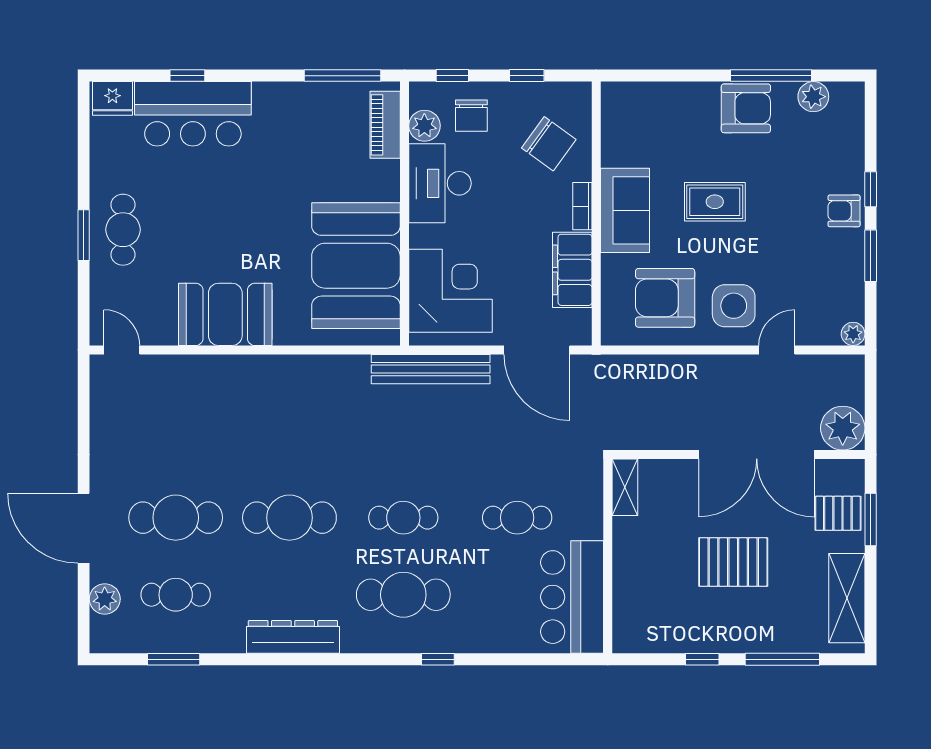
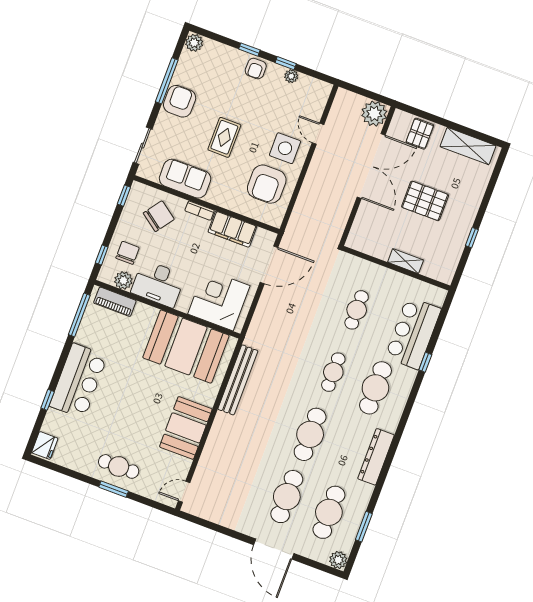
window: (527, 76) -> (124, 196), moved
sliding door: (652, 76) -> (143, 146), added
plant: (813, 97) -> (194, 43), moved
bar counter: (193, 114) -> (78, 381), moved
chair: (471, 116) -> (128, 253), turned -90
sofa: (625, 210) -> (185, 179), moved
window: (871, 256) -> (286, 63), width x0.67
plant: (853, 334) -> (291, 76), moved
bench: (431, 369) -> (238, 380), moved
shelving: (625, 487) -> (406, 261), moved
window: (871, 520) -> (430, 117), removed
door: (84, 528) -> (274, 549), hinge flipped
pallet: (733, 562) -> (425, 201), turned 90
cafe table: (176, 595) -> (329, 512), width x1.37, depth x1.35
bar counter: (572, 597) -> (413, 333), moved, turned 90
plant: (105, 599) -> (338, 560), moved
window: (438, 659) -> (425, 362), moved
window: (782, 659) -> (488, 194), removed

